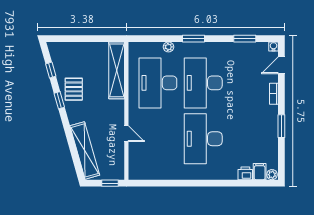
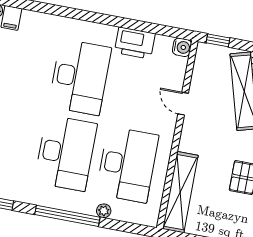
window: (194, 39) -> (67, 216), width x2.11
water cooler: (135, 173) -> (182, 47), added
printer: (245, 173) -> (135, 43), moved, width x1.87, depth x1.48

